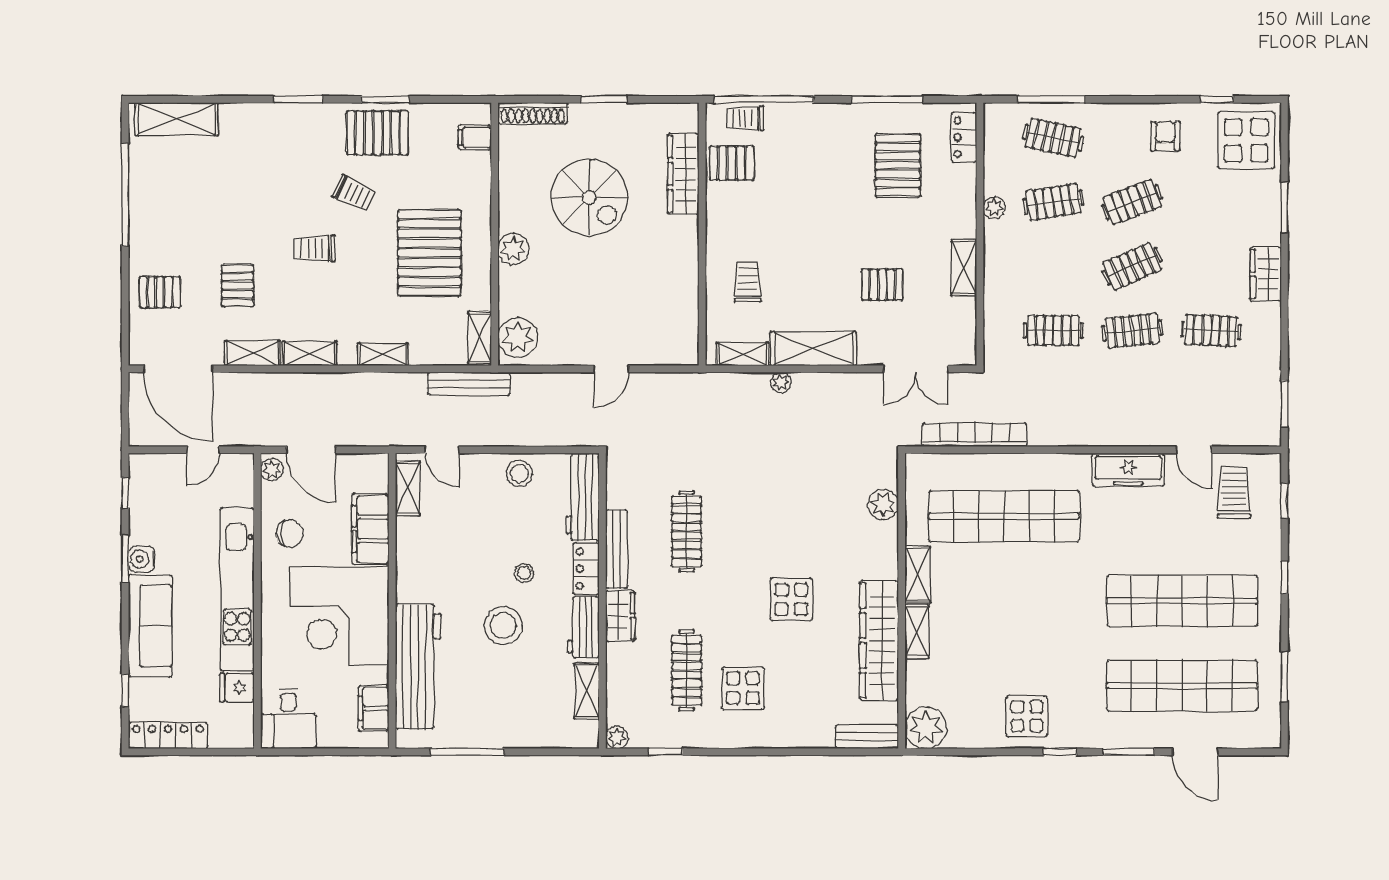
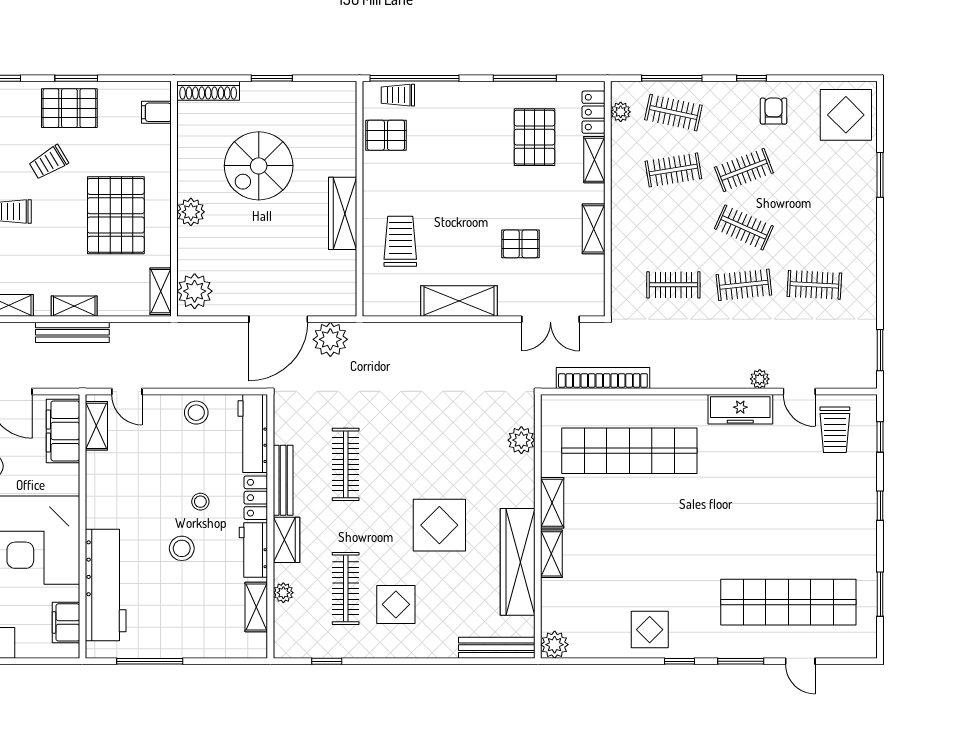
window: (1217, 99) -> (751, 78), moved
wardrobe: (683, 174) -> (343, 213), moved
trolley: (354, 193) -> (49, 162), turned 123
spiral stairs: (589, 197) -> (259, 166), turned 90
plant: (994, 208) -> (621, 112), moved
clothes rail: (1132, 266) -> (744, 227), turned 48
wardrobe: (1266, 274) -> (863, 234), removed
trolley: (748, 282) -> (400, 241), width x1.36, depth x1.39
shelving: (742, 354) -> (594, 160), moved, turned 90
door: (611, 369) -> (278, 319), width x1.87
plant: (781, 383) -> (330, 339), moved, width x1.88, depth x1.88
bench: (469, 384) -> (72, 332), moved
plant: (1150, 436) -> (760, 379), added
trolley: (1234, 493) -> (835, 430), turned 180
filing cabinet: (370, 529) -> (63, 431), moved
display table: (791, 599) -> (439, 525), width x1.36, depth x1.36
shop shelf: (1182, 601) -> (788, 526), removed
stool: (503, 625) -> (182, 548), width x0.73, depth x0.73
plant: (926, 728) -> (555, 645), width x0.73, depth x0.73
plant: (617, 737) -> (283, 593), moved
bench: (867, 737) -> (497, 648), width x1.36
door: (1195, 752) -> (800, 661), width x0.73

